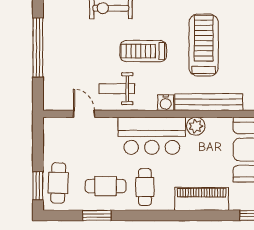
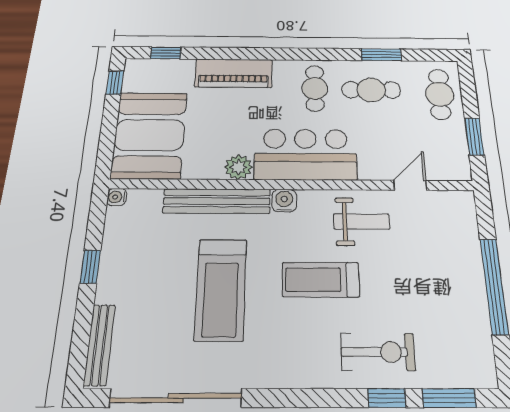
treadmill: (143, 51) -> (321, 280), turned 180
door: (84, 114) -> (410, 185), swing flipped
window: (38, 186) -> (474, 136), moved

